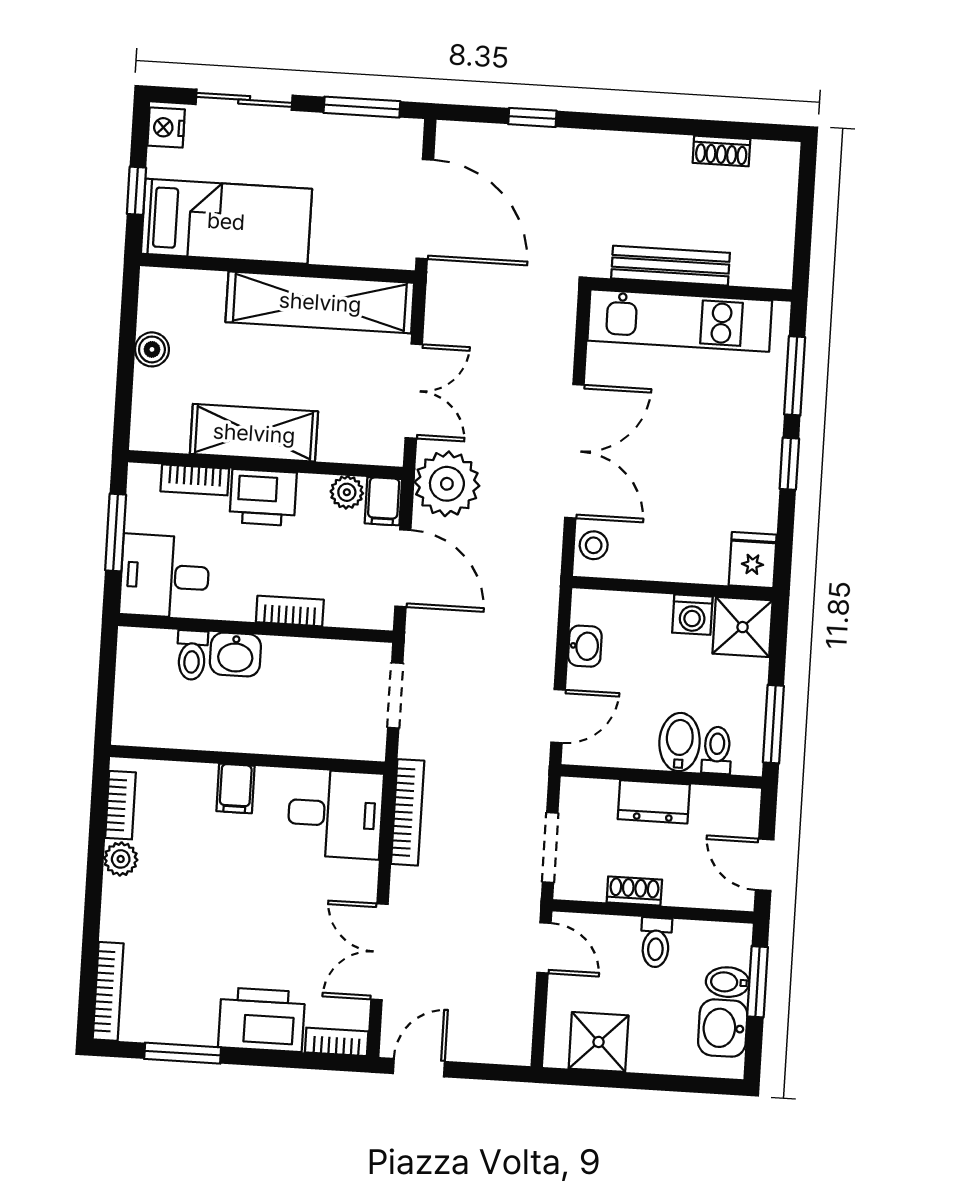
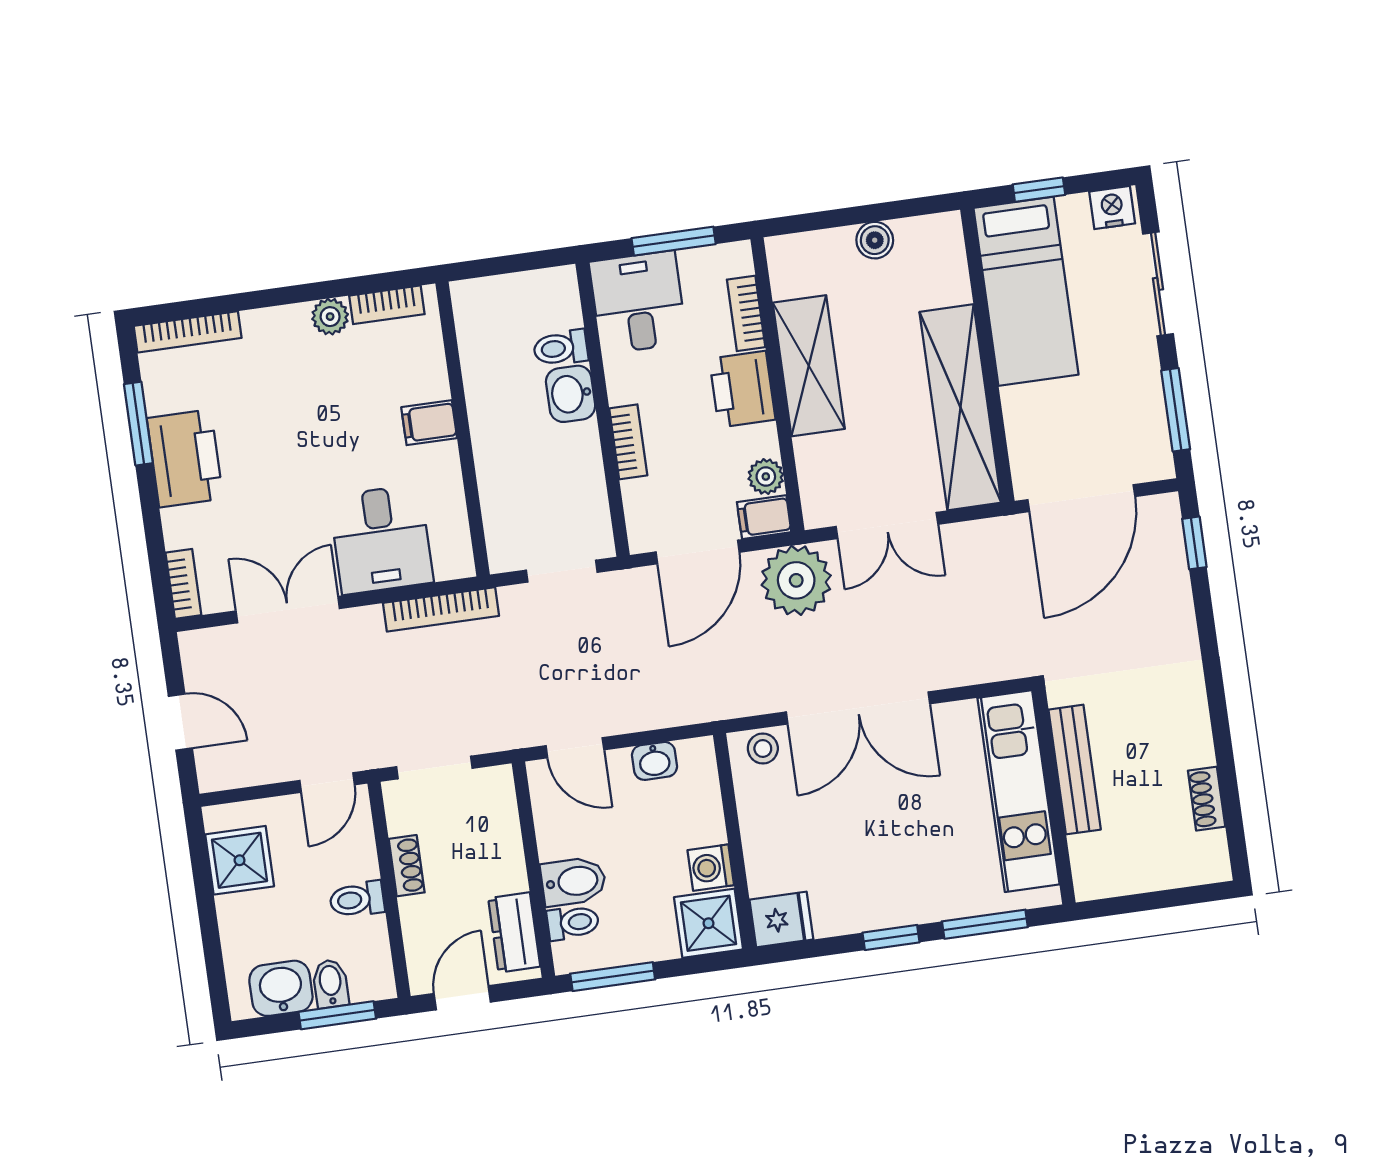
window: (532, 117) -> (1194, 543), moved
dresser: (654, 802) -> (514, 932), moved
desk: (335, 814) -> (381, 539), moved
printer: (262, 1020) -> (185, 458), moved
door: (419, 1068) -> (180, 722), moved

